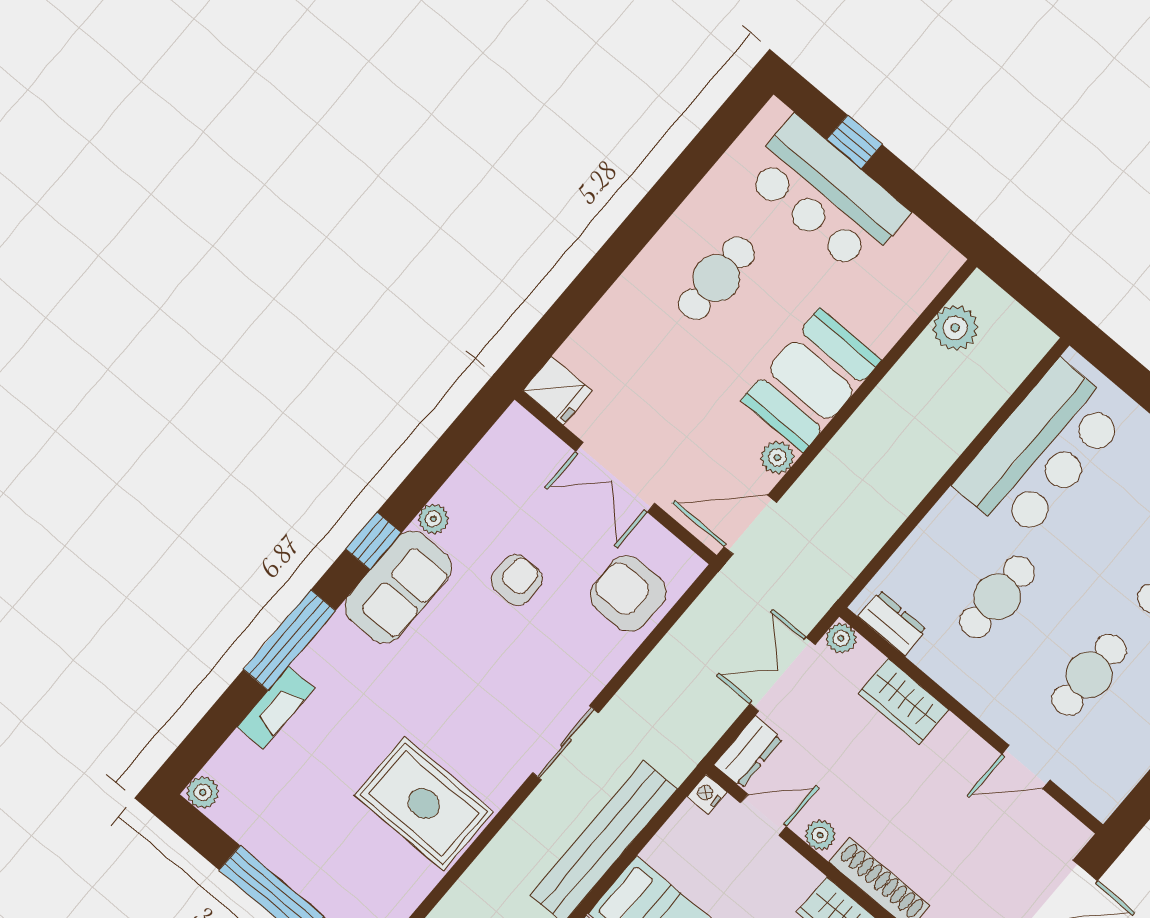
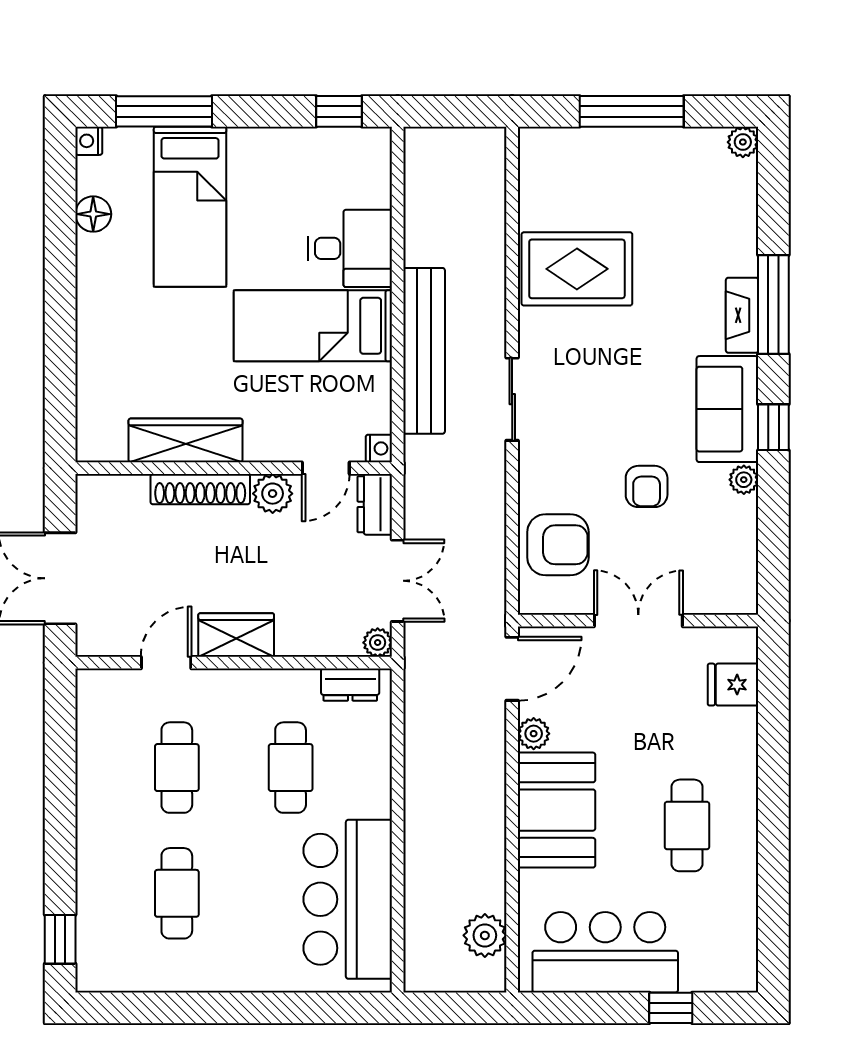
bar counter: (826, 195) -> (605, 952), moved
fridge: (557, 391) -> (733, 685), moved
wardrobe: (903, 702) -> (236, 635), moved
fireplace: (276, 708) -> (742, 315), moved
plant: (820, 835) -> (273, 494), width x1.38, depth x1.38

